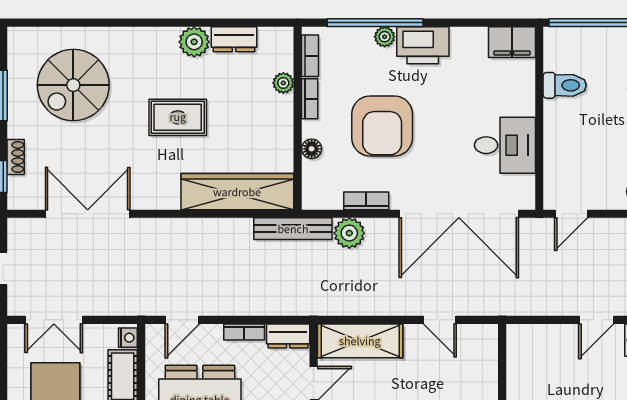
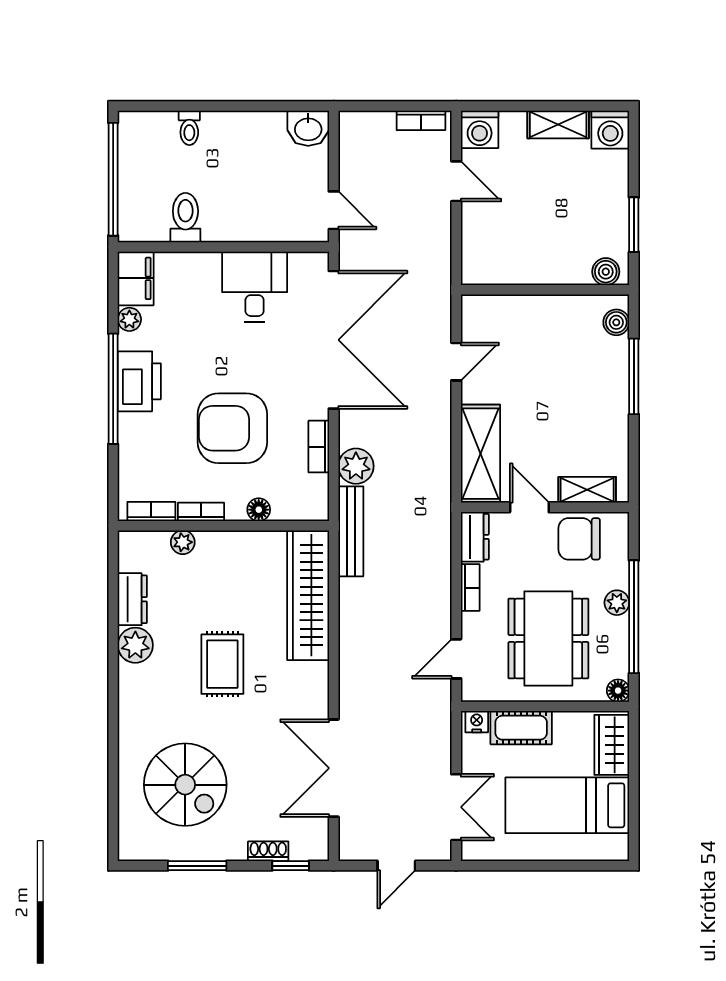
window: (375, 23) -> (113, 389), moved
plant: (385, 37) -> (129, 319), moved
armchair: (382, 126) -> (232, 428), turned 180
door: (182, 320) -> (456, 659), swing flipped

